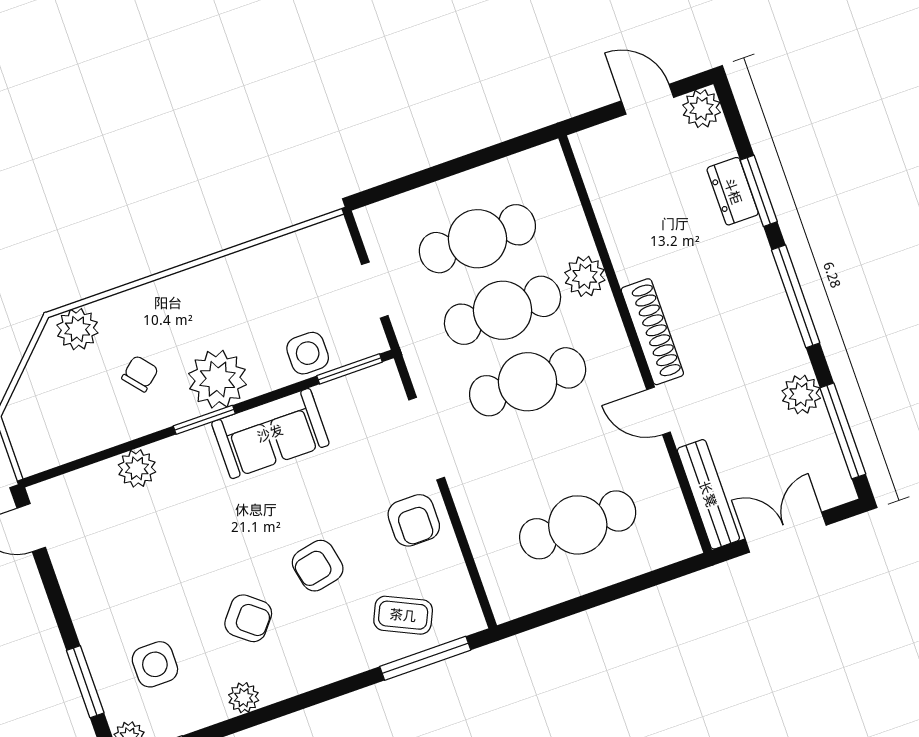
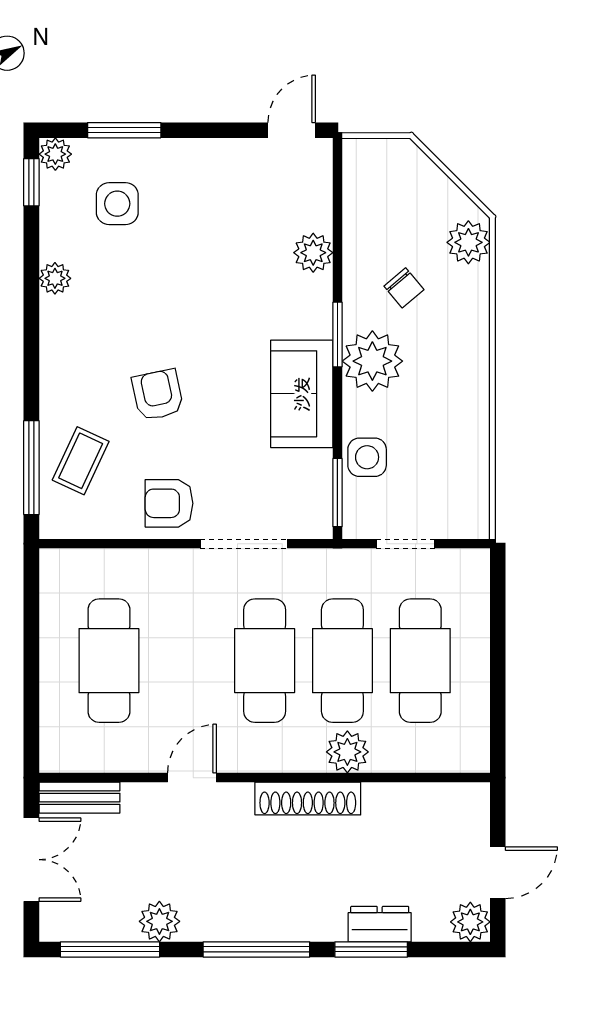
shoe rack: (652, 332) -> (308, 799), moved
bench: (708, 494) -> (80, 798), width x0.73
armchair: (248, 618) -> (130, 310), removed

